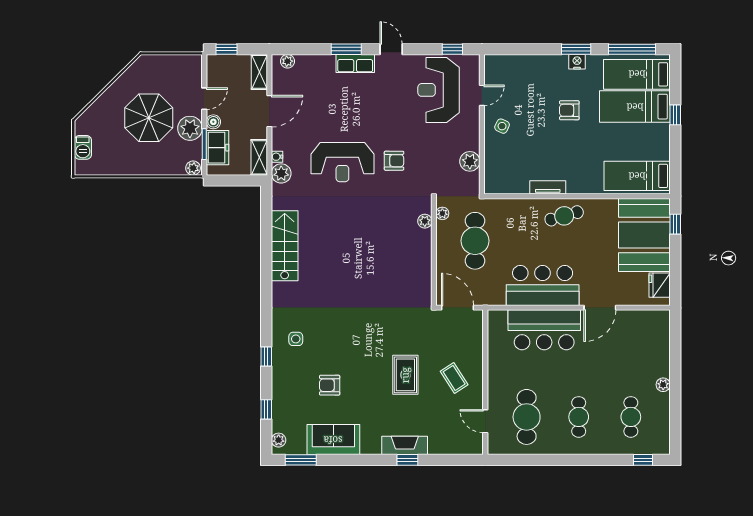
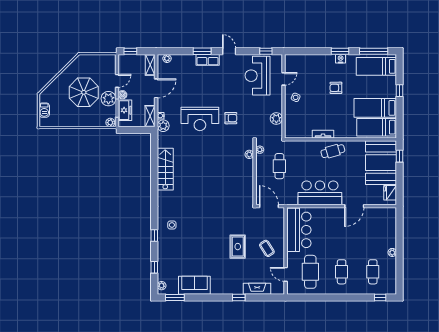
bed: (635, 107) -> (375, 108), moved
cafe table: (475, 241) -> (279, 166), width x0.73, depth x0.74
bar counter: (544, 330) -> (299, 230), moved, turned -90
armchair: (330, 385) -> (192, 253), removed
fireplace: (405, 445) -> (257, 289), moved

